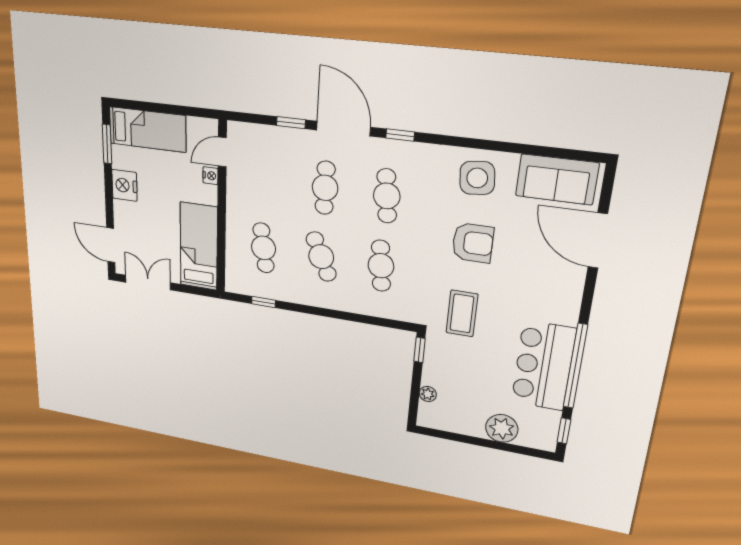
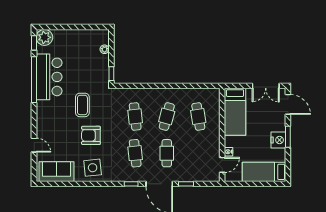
window: (107, 144) -> (288, 137), moved
door: (598, 241) -> (34, 145), width x0.53
cafe table: (321, 257) -> (167, 117), turned 39
window: (264, 302) -> (197, 86), removed
coffee table: (462, 313) -> (82, 105), moved
plant: (502, 428) -> (44, 37), moved

